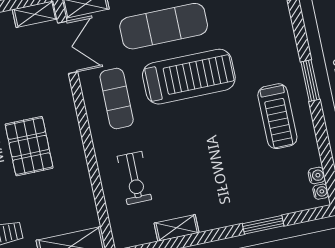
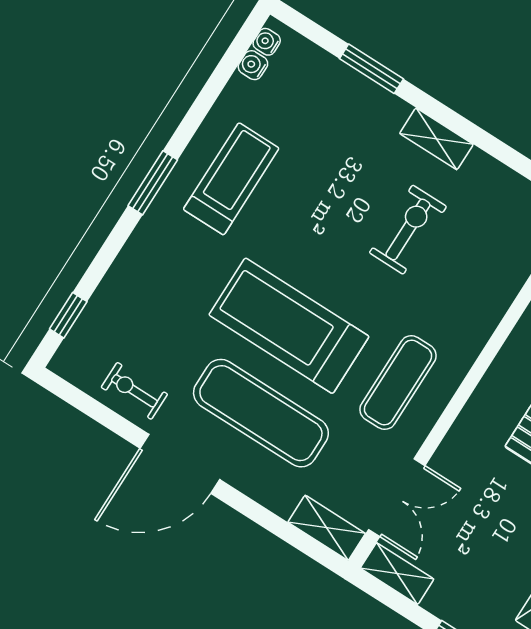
double door: (68, 47) -> (397, 498), swing flipped
exercise bike: (134, 178) -> (408, 230), moved
shelving: (177, 228) -> (436, 139), moved

